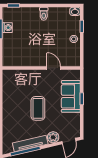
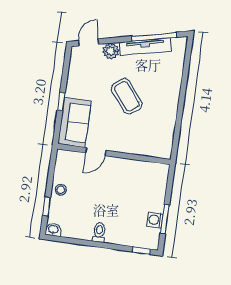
door: (54, 68) -> (96, 152), hinge flipped
sofa: (71, 96) -> (74, 122), moved
coffee table: (38, 108) -> (127, 96), turned -38

